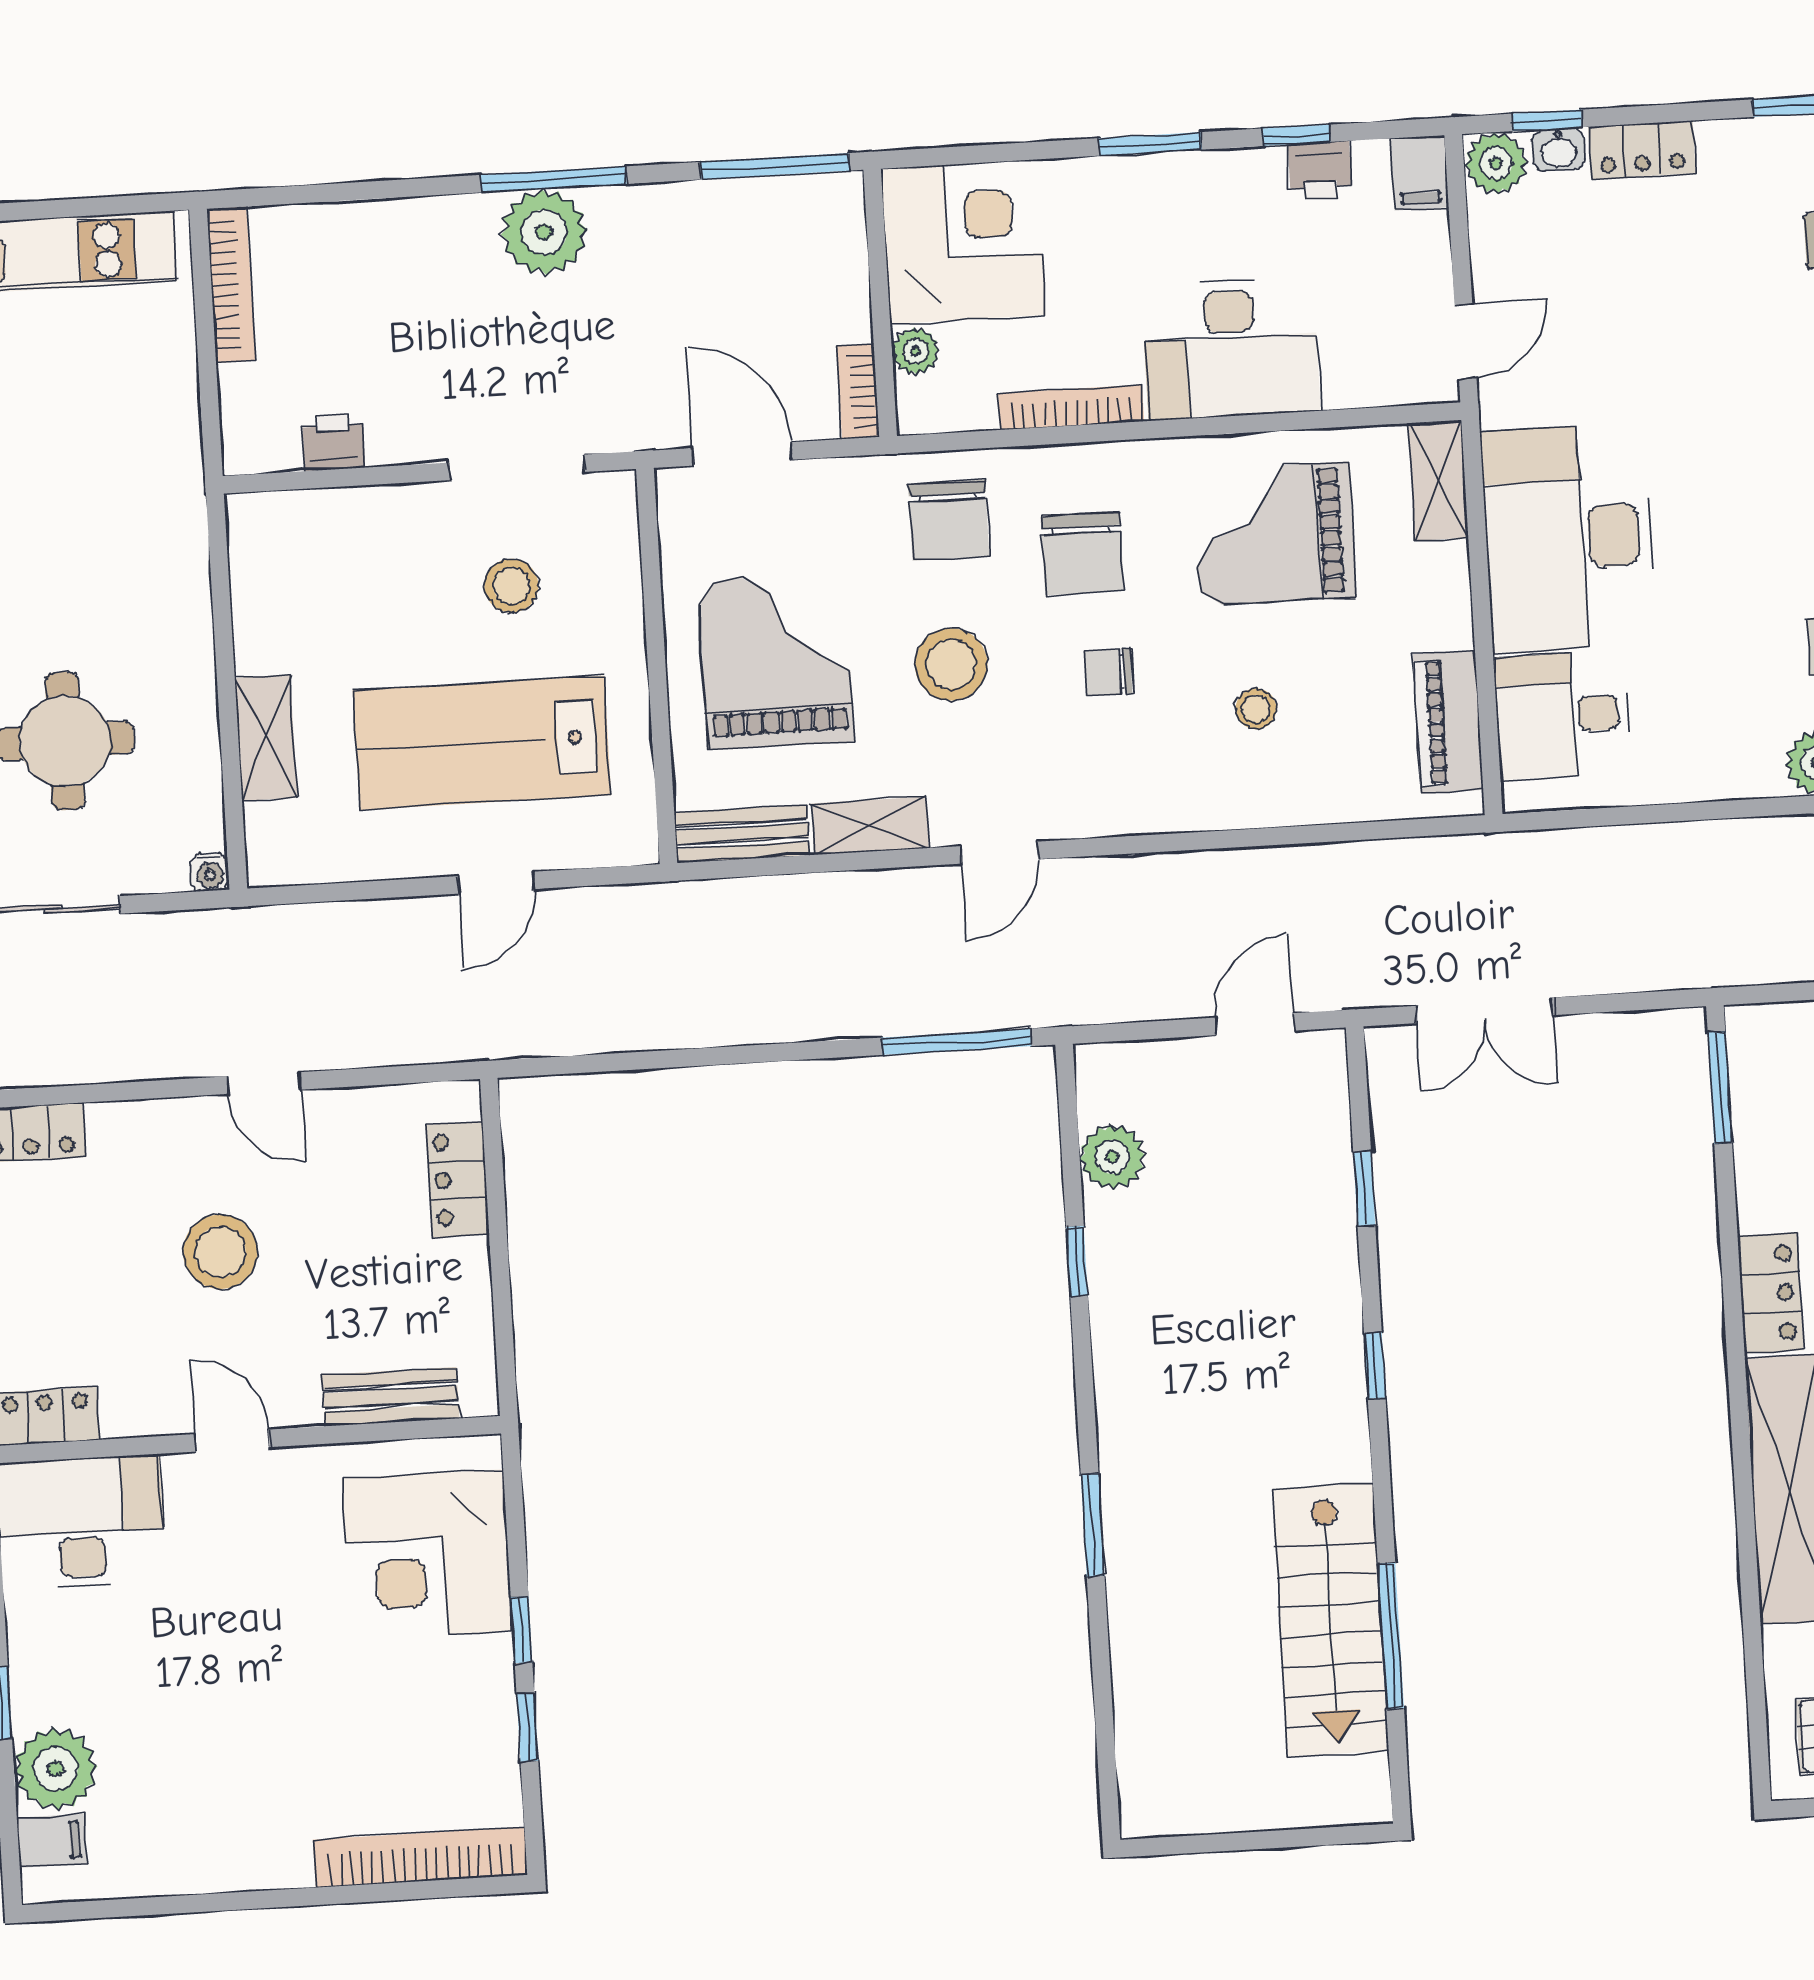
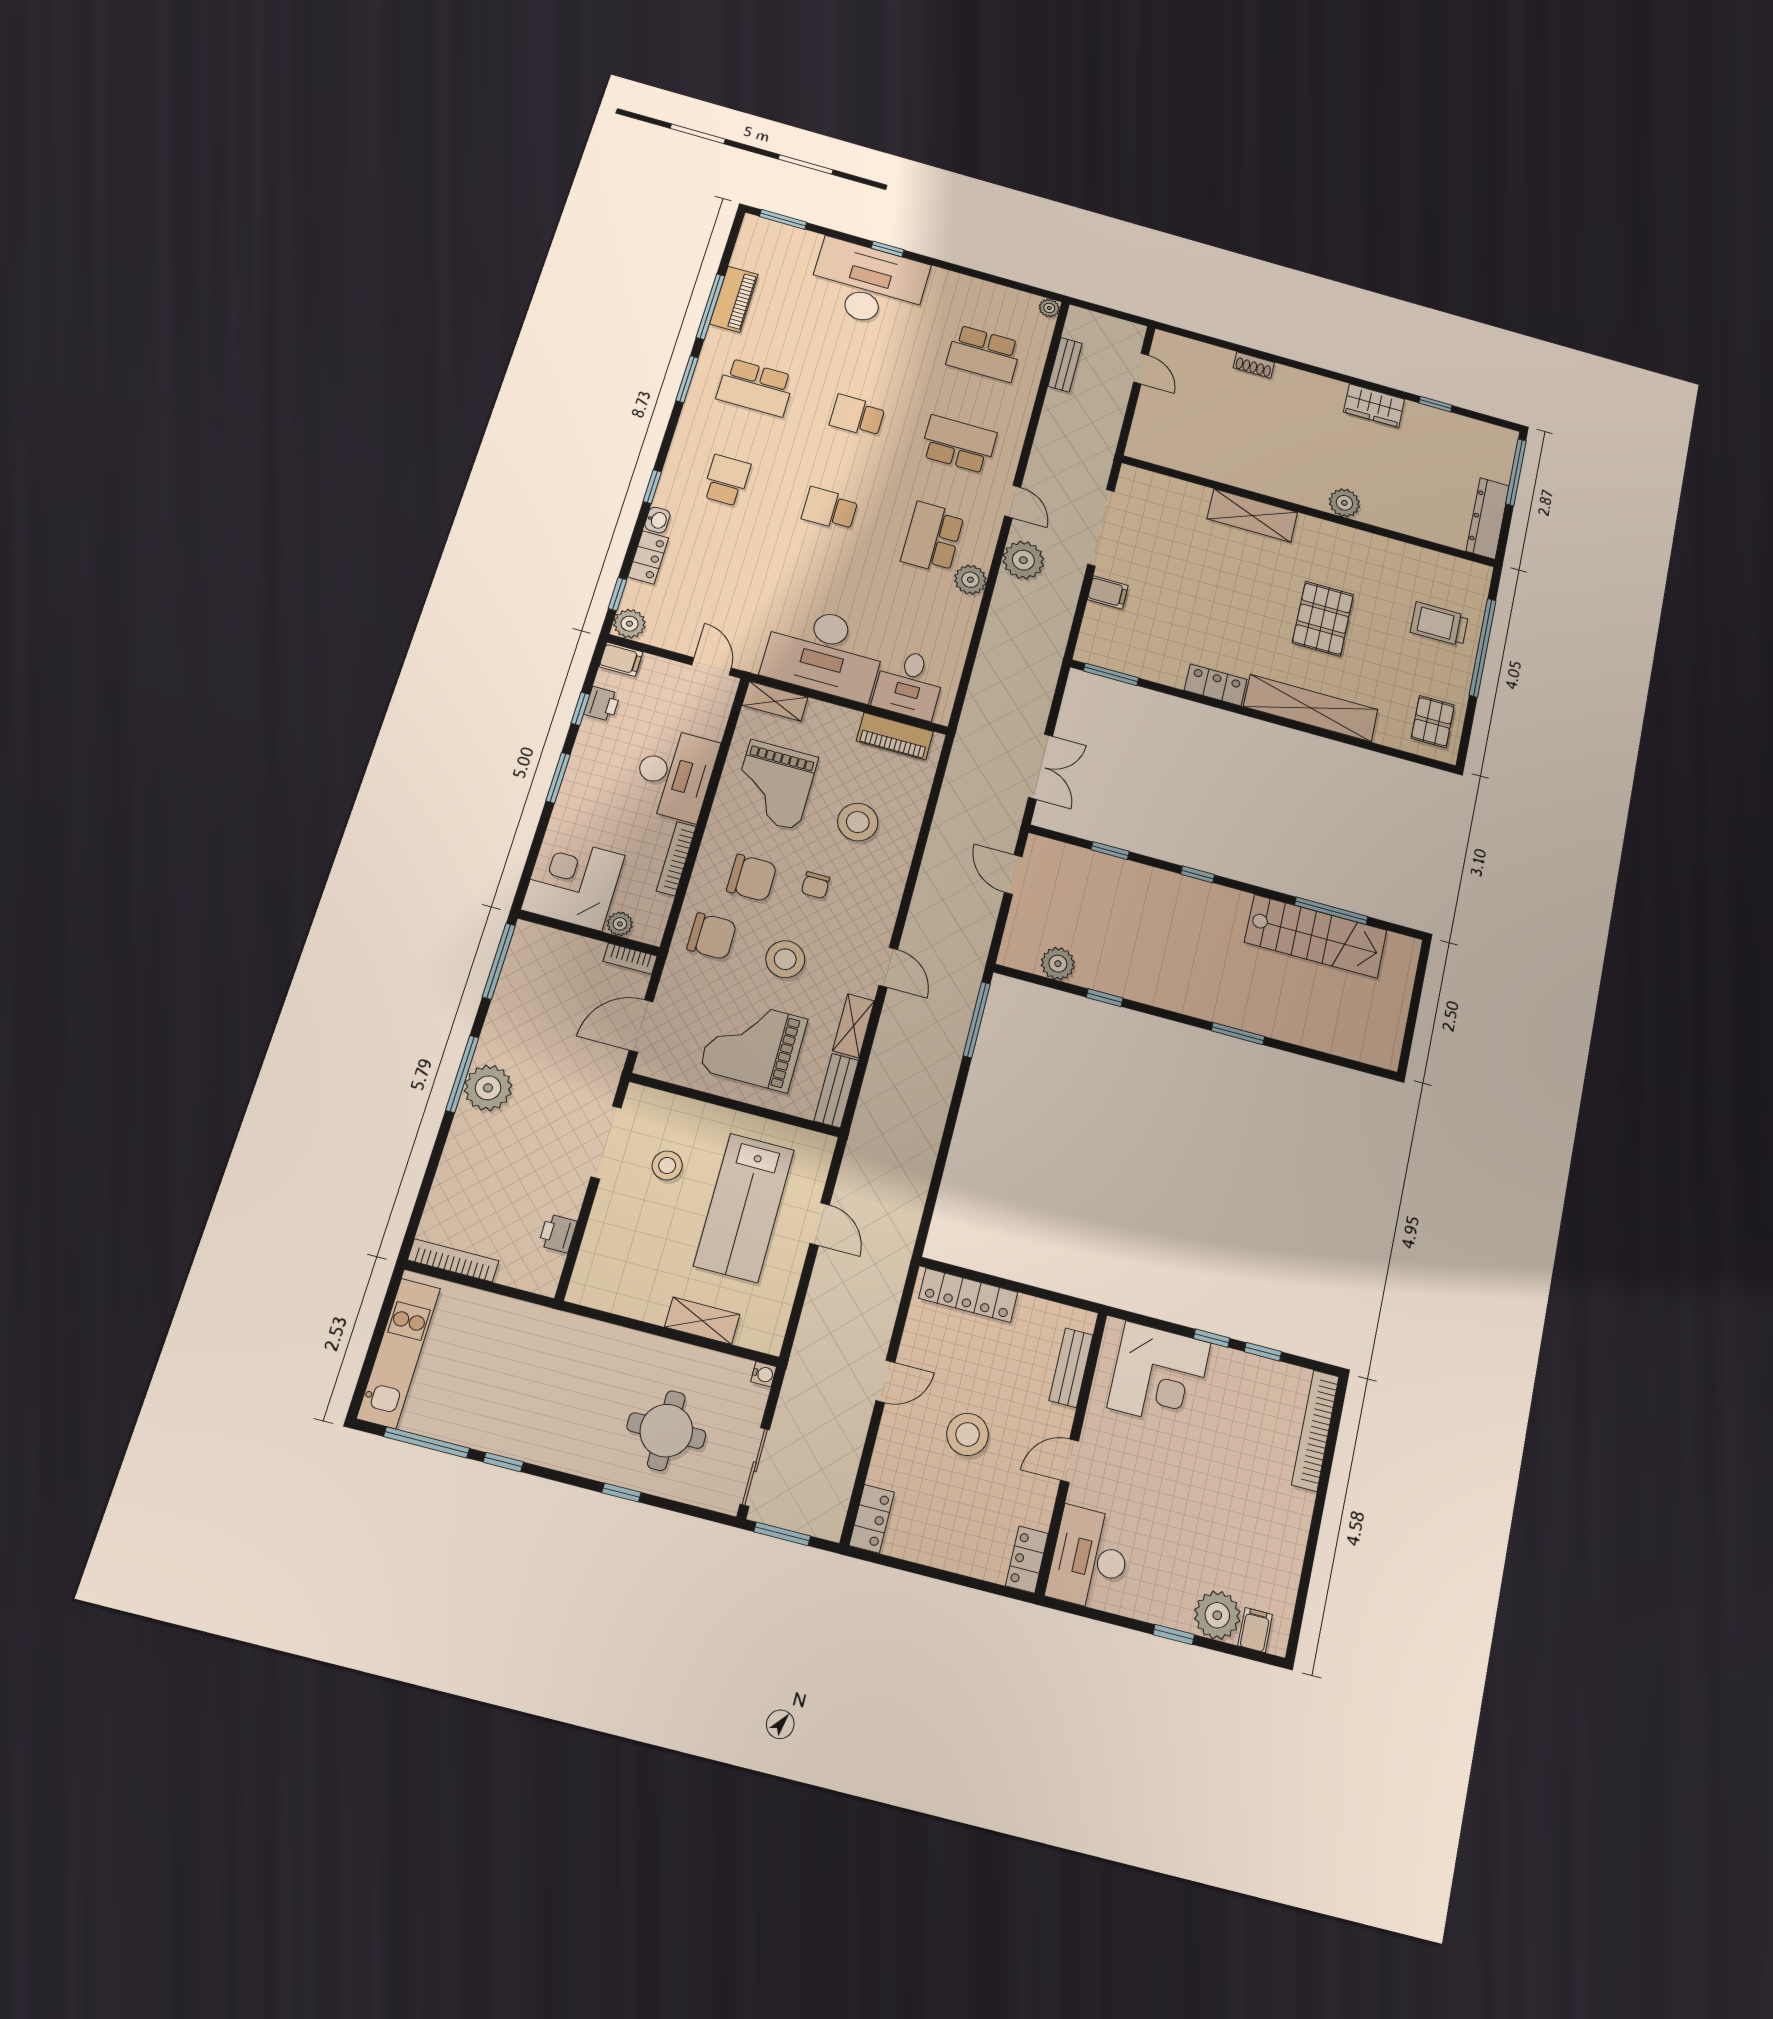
washbasin: (1559, 149) -> (657, 520), moved
stool: (1256, 709) -> (858, 822), width x1.89, depth x1.89
locker: (457, 1180) -> (968, 1295), width x1.53

